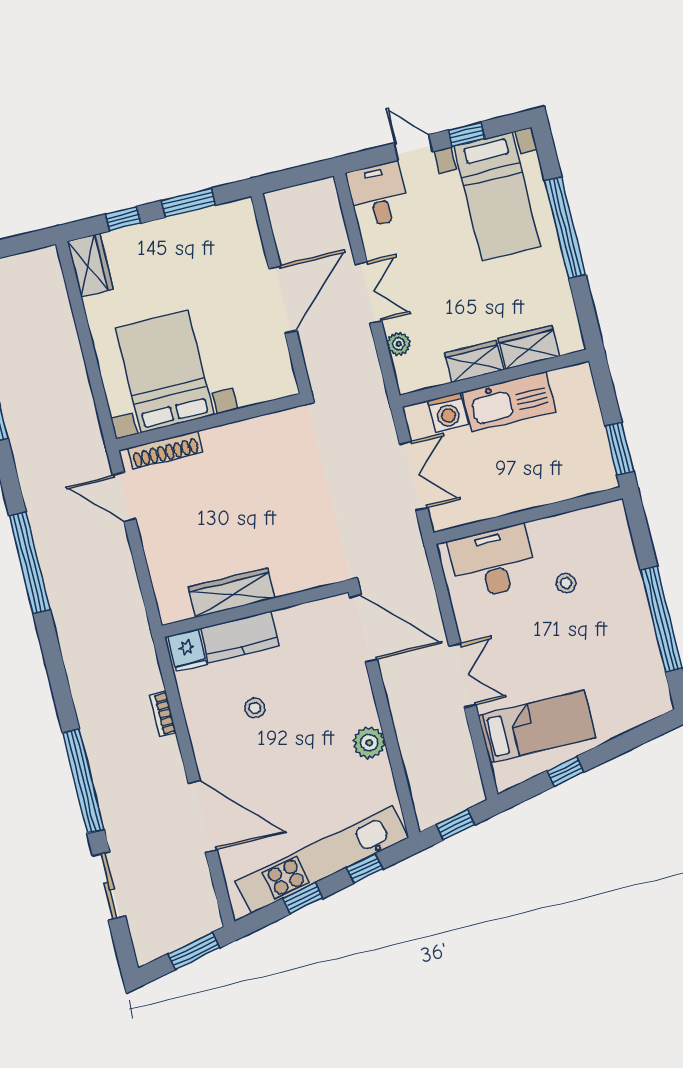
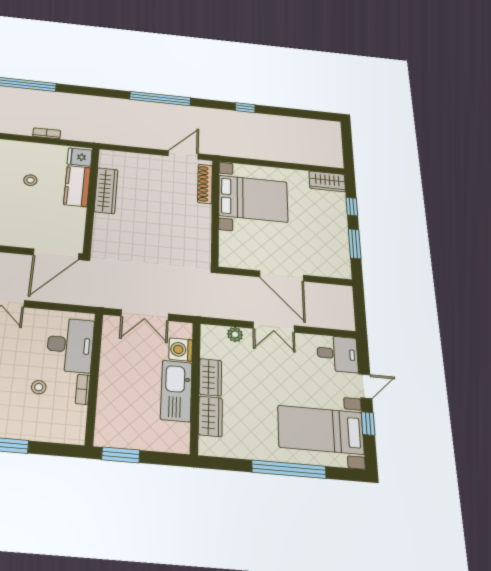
bookcase: (549, 525) -> (83, 389), added

